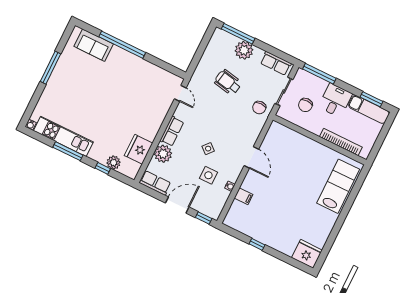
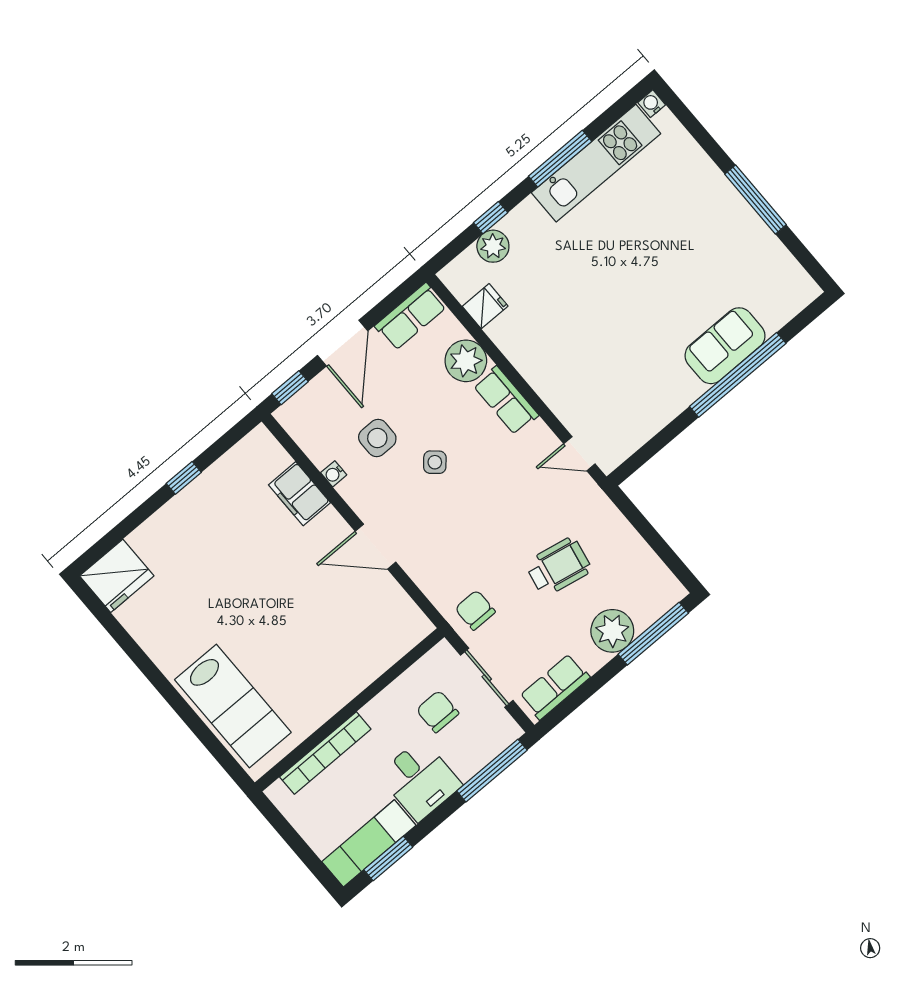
sofa: (94, 45) -> (725, 346), moved
fridge: (139, 149) -> (485, 306), width x0.53, depth x0.75
filing cabinet: (244, 196) -> (299, 494), width x2.00

